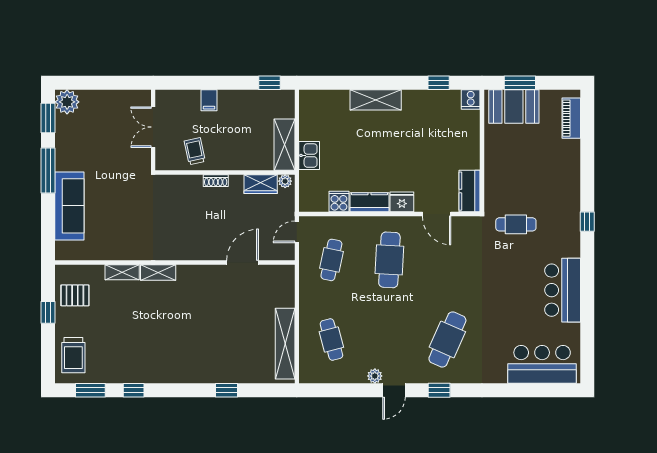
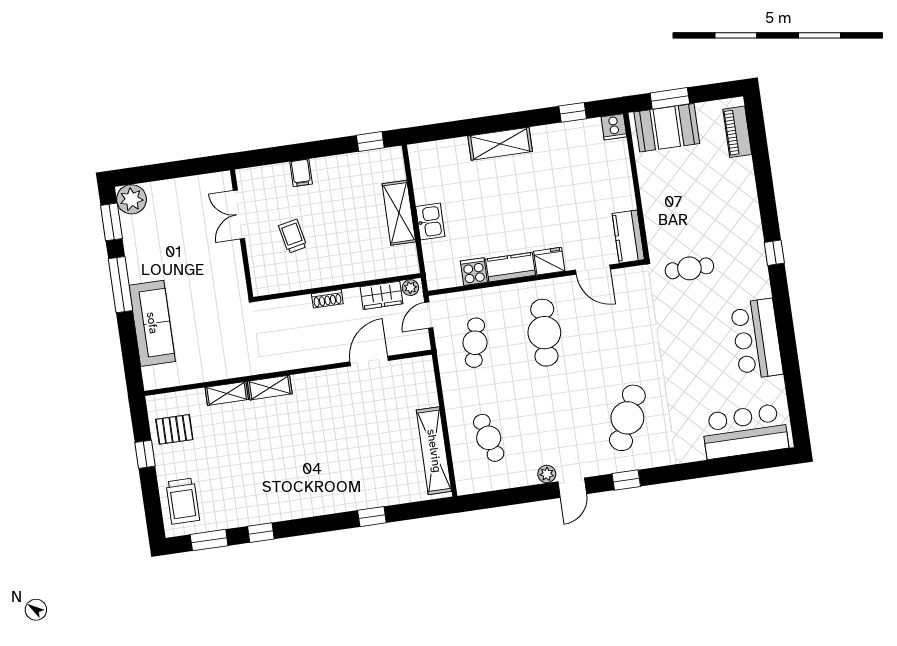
wall: (225, 172) -> (337, 287), moved
shoe rack: (216, 181) -> (327, 299), moved
plant: (285, 181) -> (410, 288), moved
wardrobe: (261, 184) -> (382, 295), moved

